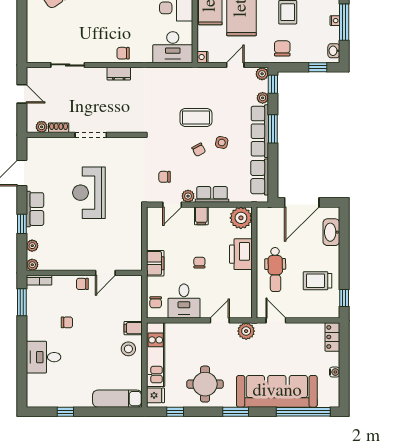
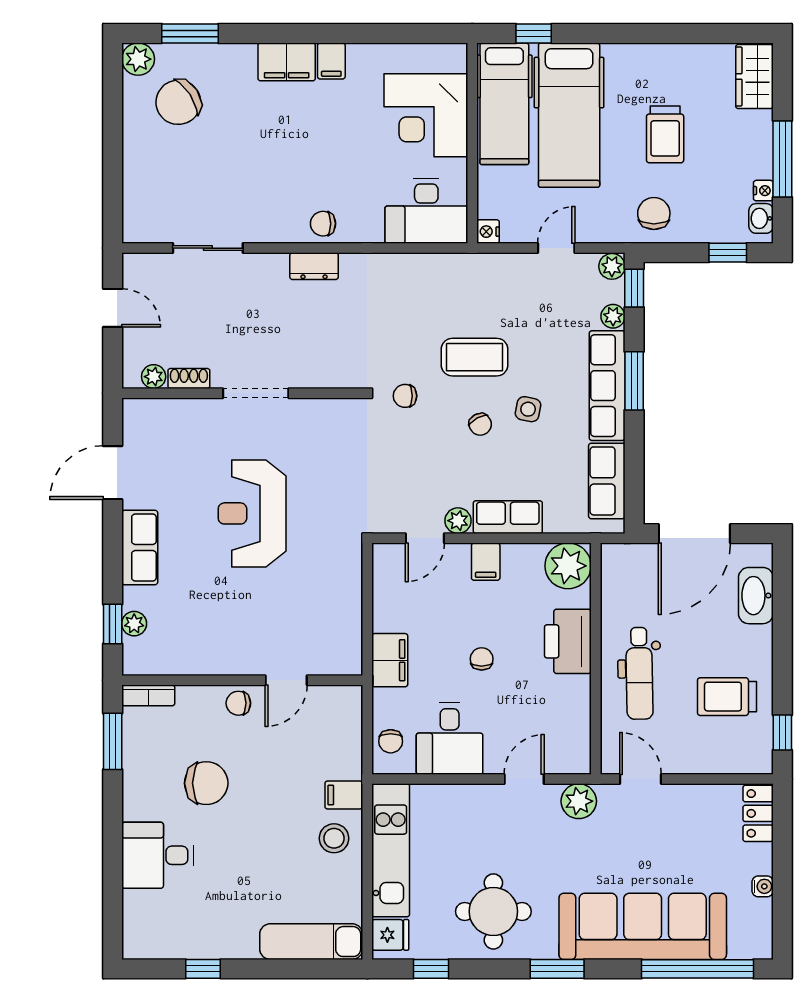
nightstand: (335, 21) -> (763, 191), moved
chair: (165, 177) -> (405, 396), moved
window: (22, 224) -> (113, 624), moved
plant: (32, 265) -> (134, 663), removed
chair: (67, 322) -> (206, 783), width x1.87, depth x1.87

